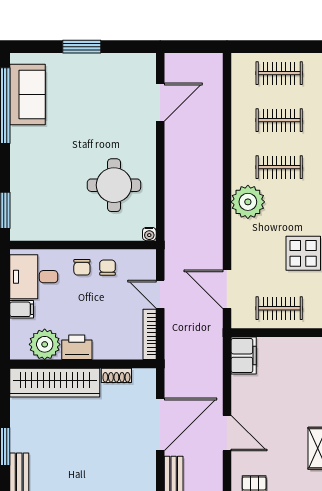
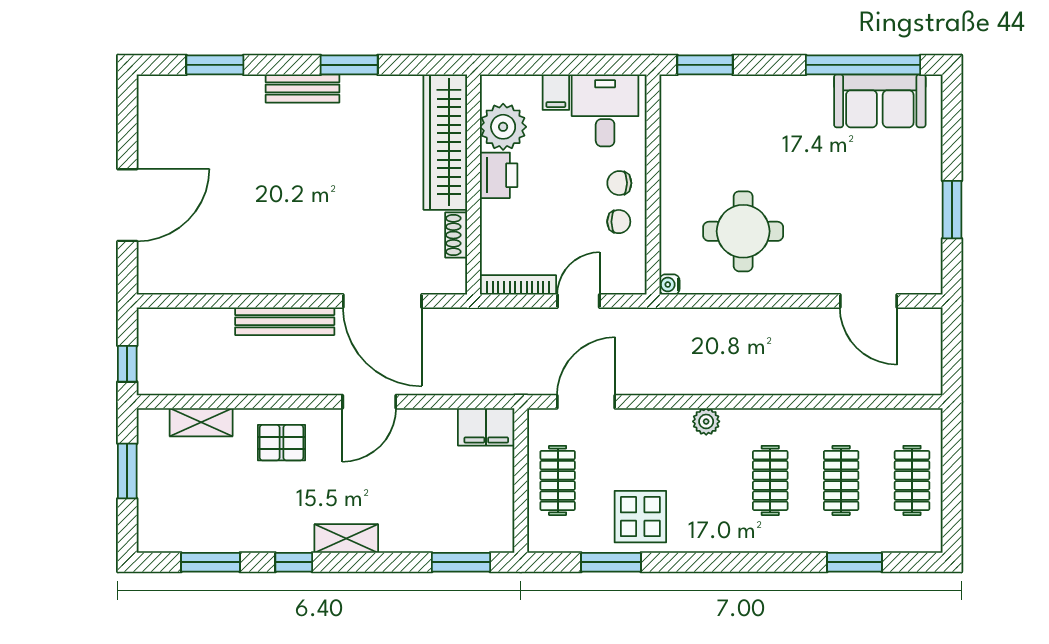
window: (82, 47) -> (952, 210), moved
plant: (248, 202) -> (706, 421), width x0.53, depth x0.53

